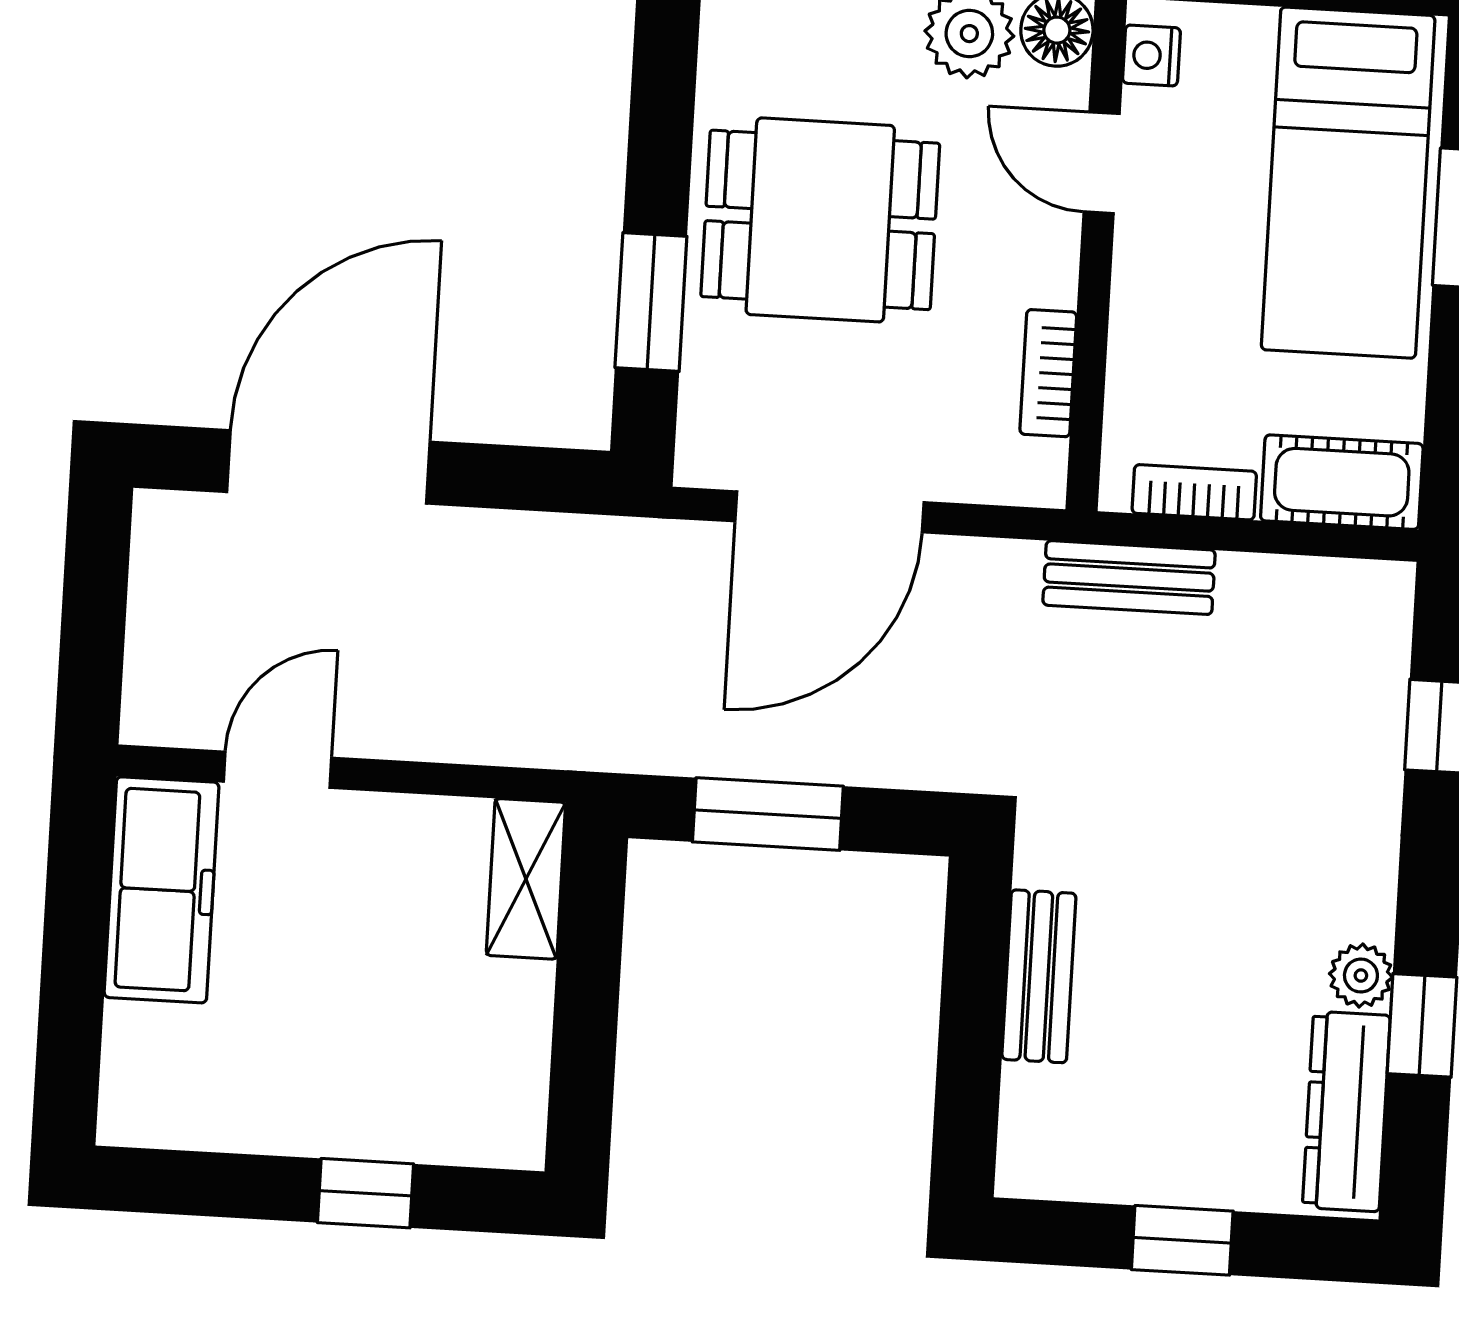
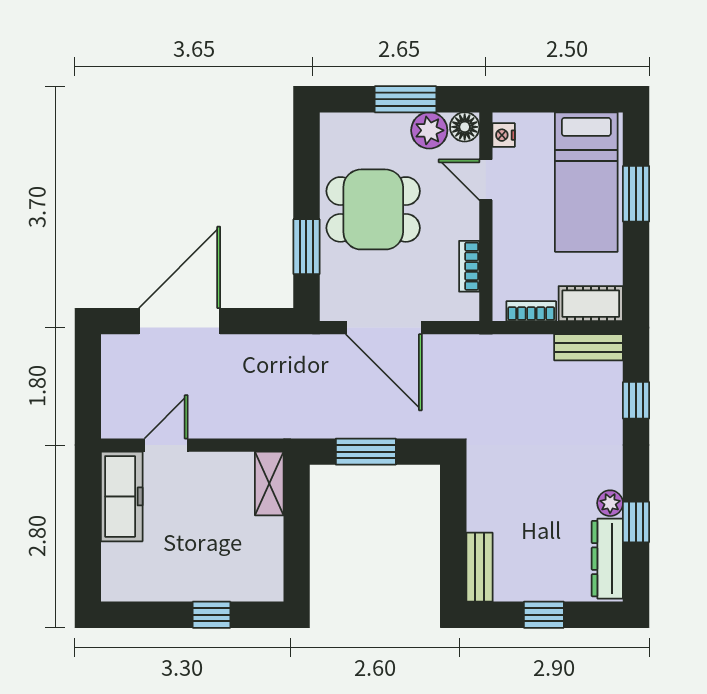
door: (829, 512) -> (384, 328), hinge flipped
bench: (1129, 578) -> (589, 347), moved
bench: (1039, 976) -> (480, 567), moved

